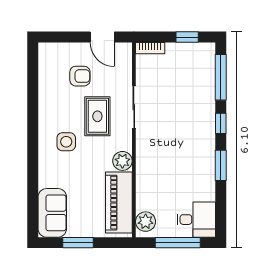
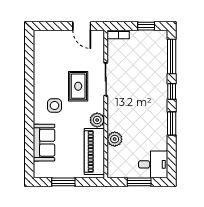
armchair: (80, 76) -> (65, 56), removed
sofa: (52, 213) -> (44, 143), moved
plant: (146, 222) -> (115, 139), moved
window: (178, 243) -> (139, 182), width x0.69

